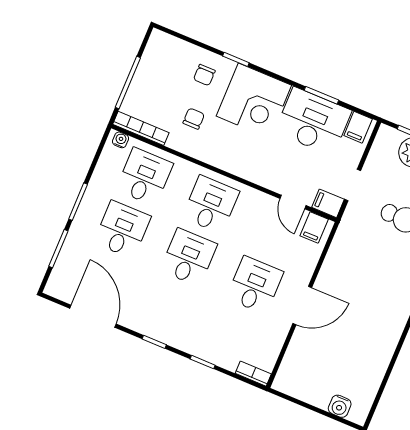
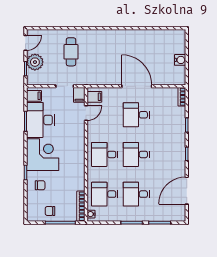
chair: (194, 119) -> (50, 211), moved
door: (302, 306) -> (137, 86), width x1.36
water cooler: (340, 406) -> (180, 60), moved

